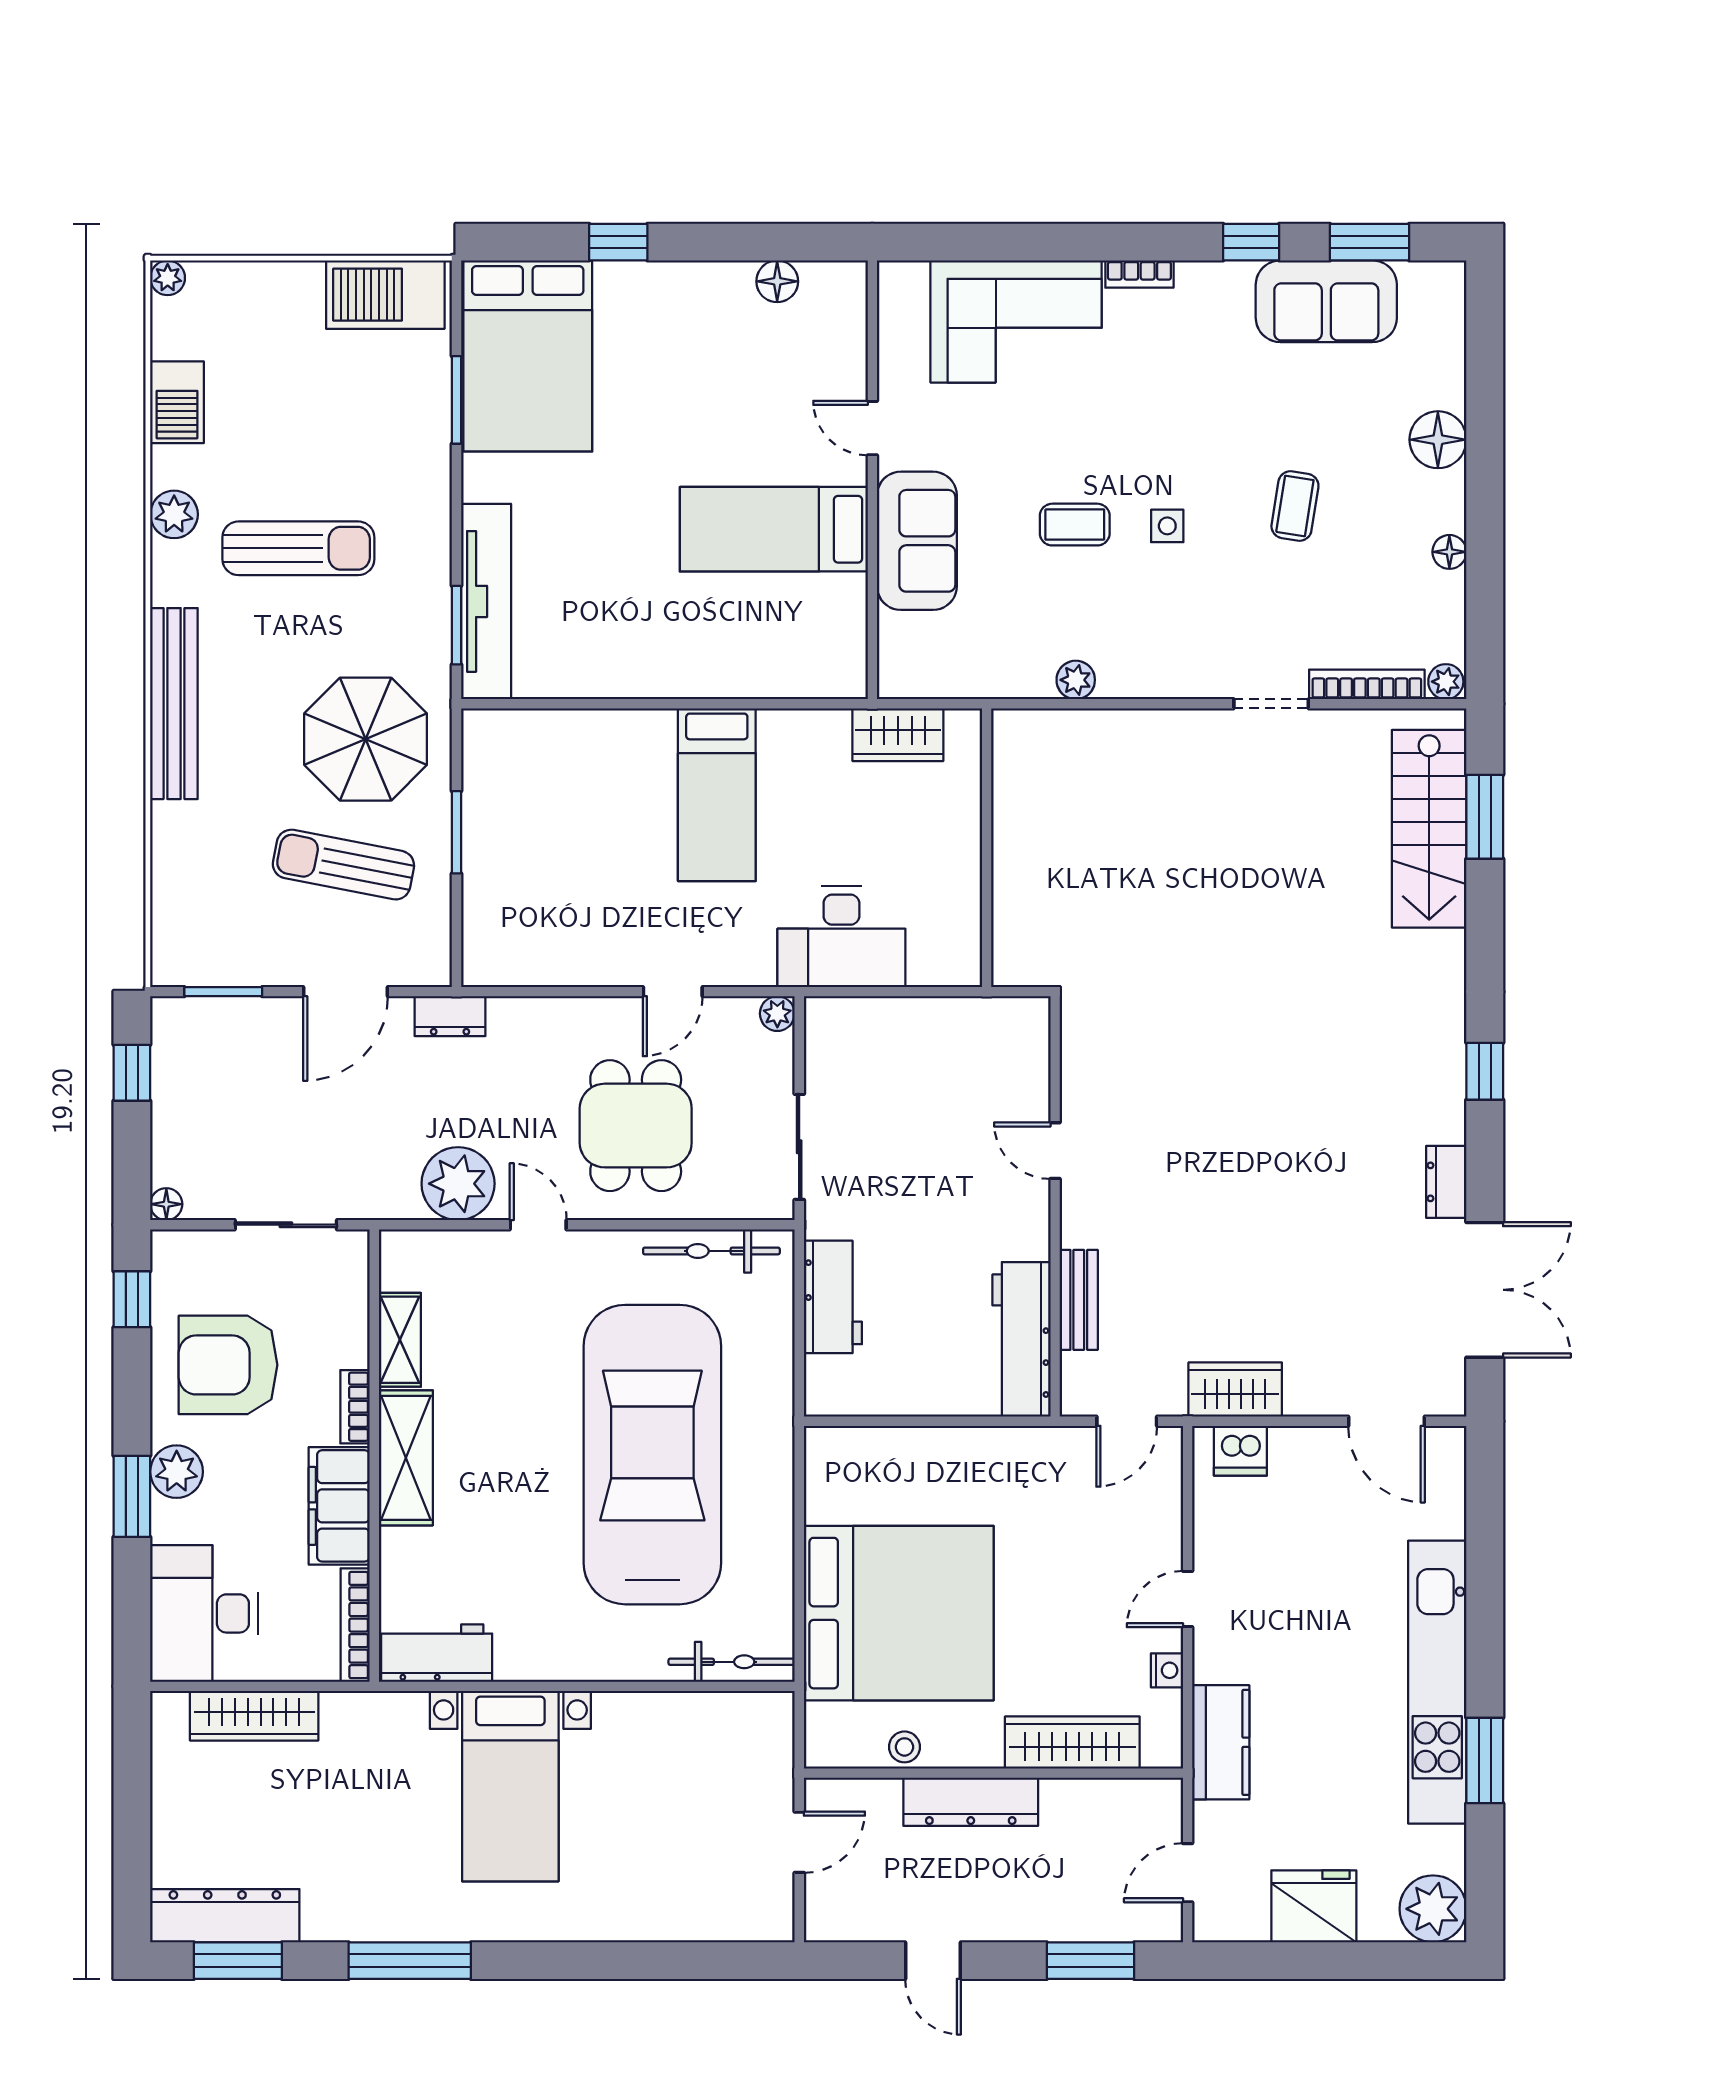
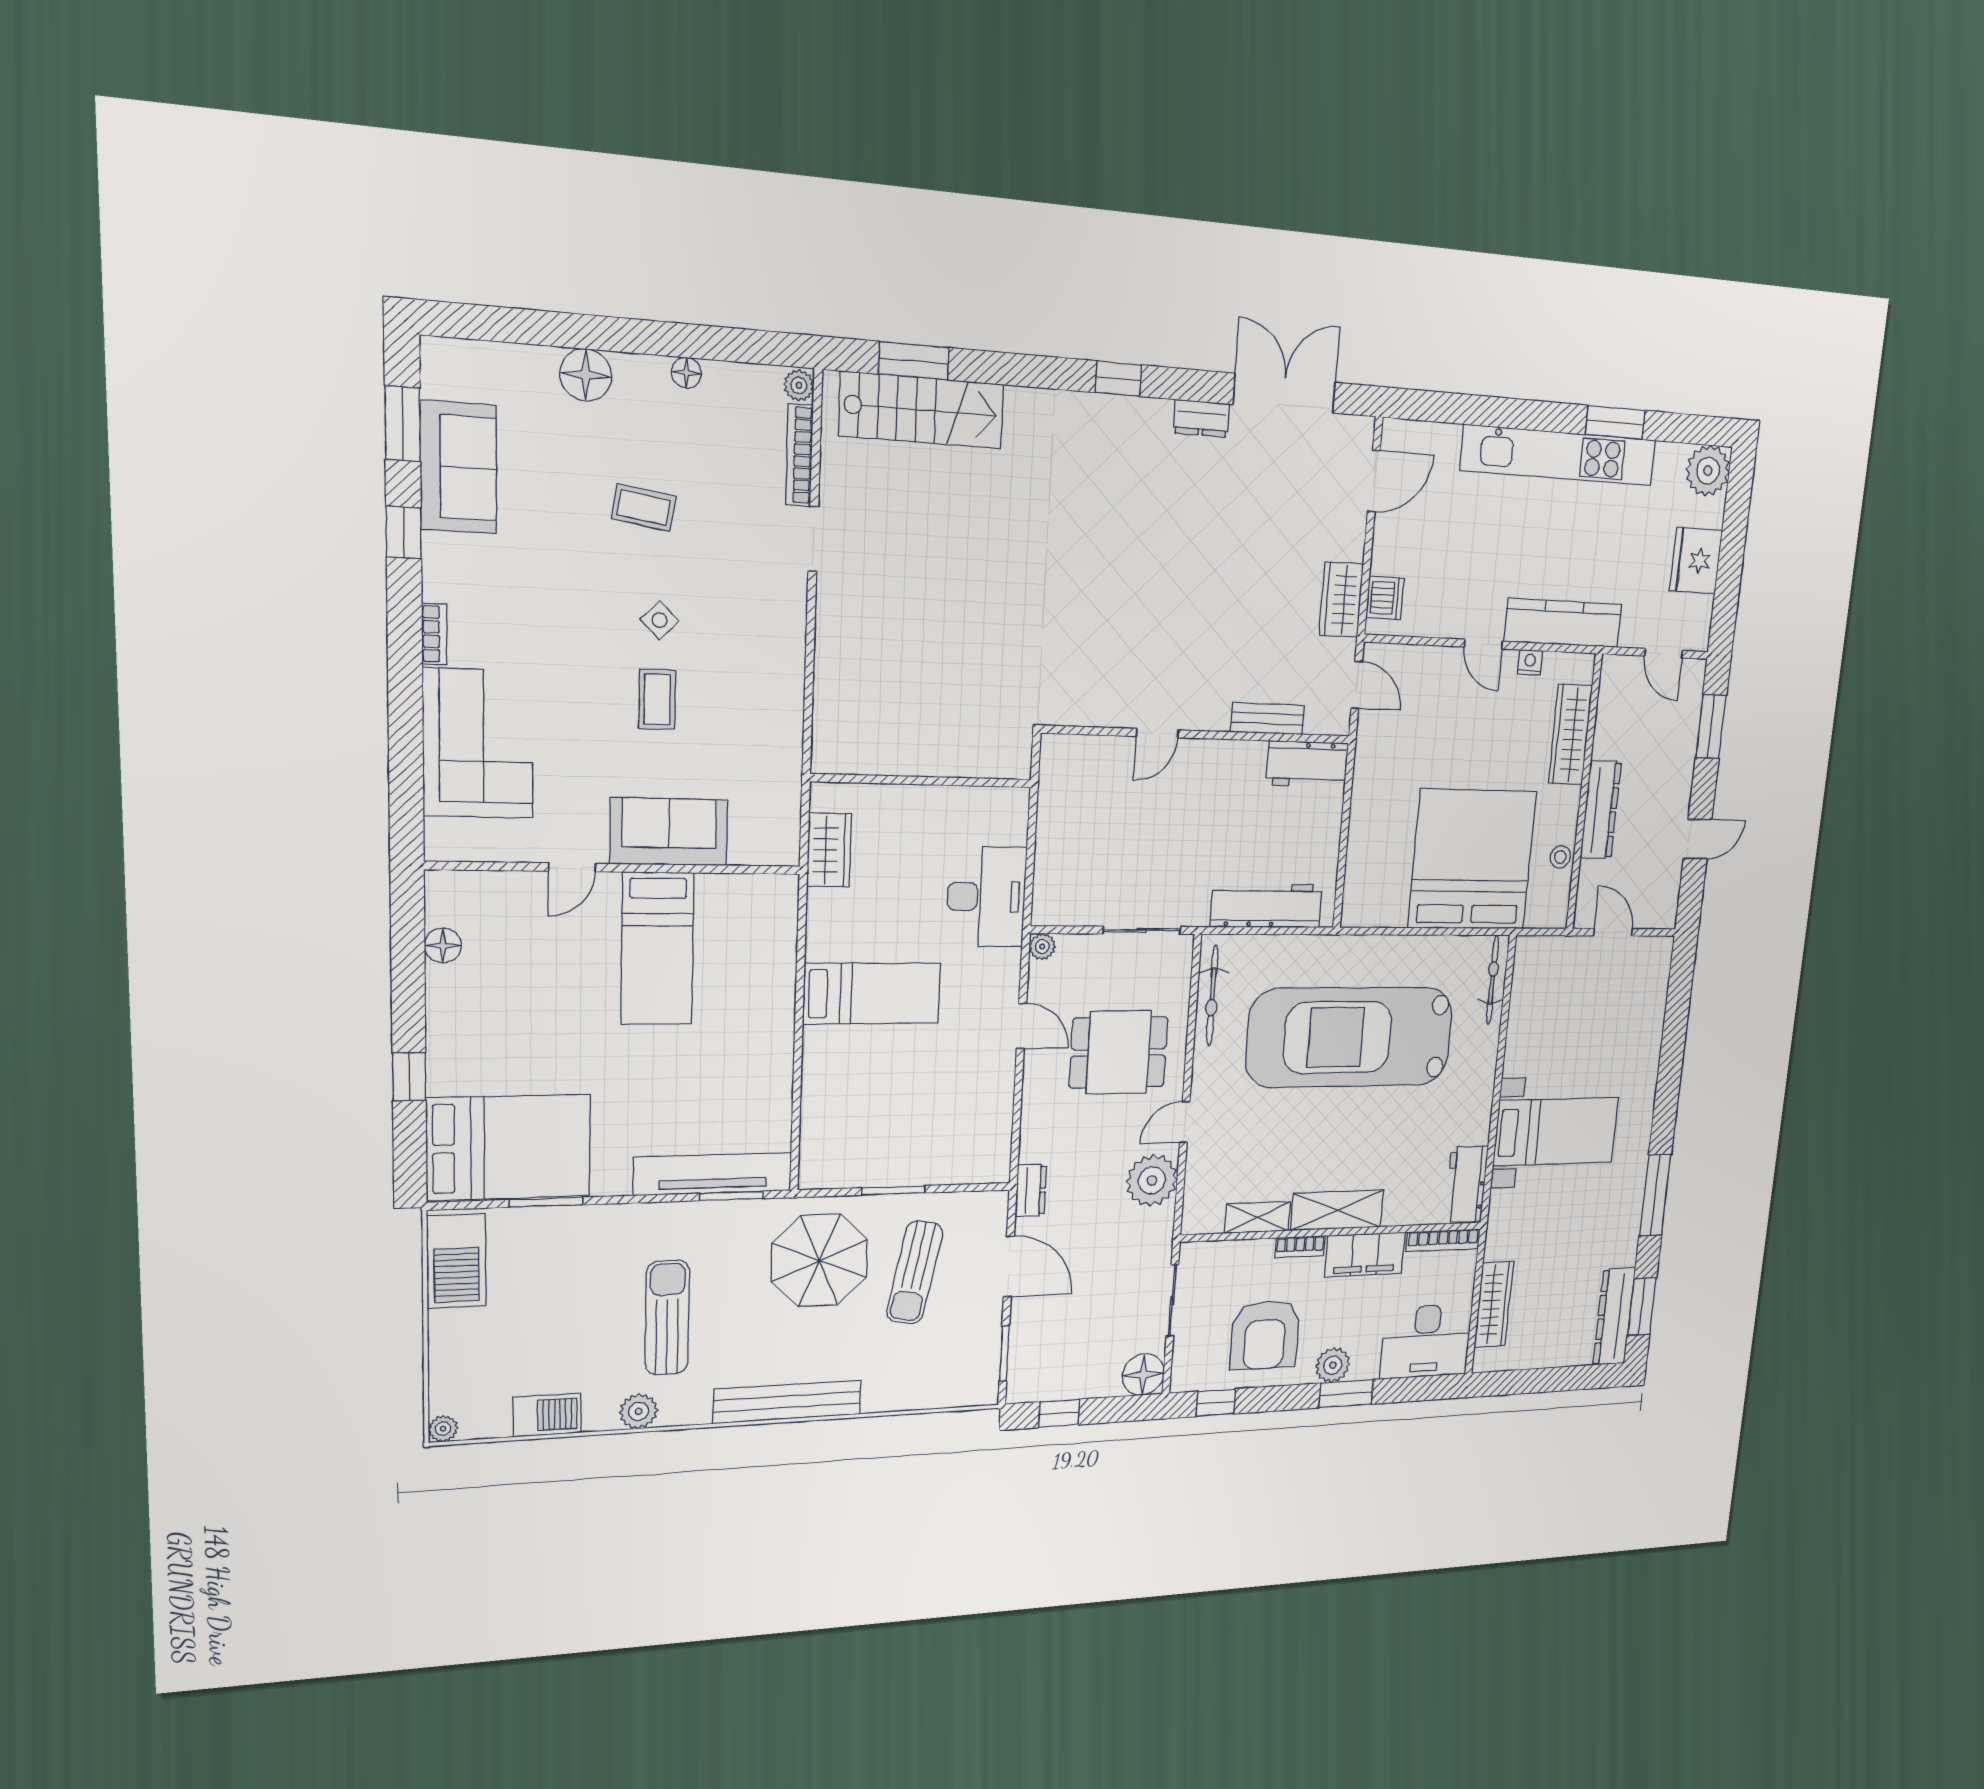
side table: (1167, 526) -> (660, 620), turned 45
plant: (1076, 680) -> (789, 703), removed
floor lamp: (166, 1204) -> (1143, 1375), width x1.89, depth x1.89
workbench: (833, 1297) -> (1266, 906), width x1.37
workbench: (1022, 1339) -> (1307, 764), width x0.73
kitchen counter: (1221, 1742) -> (1563, 623), width x1.50

